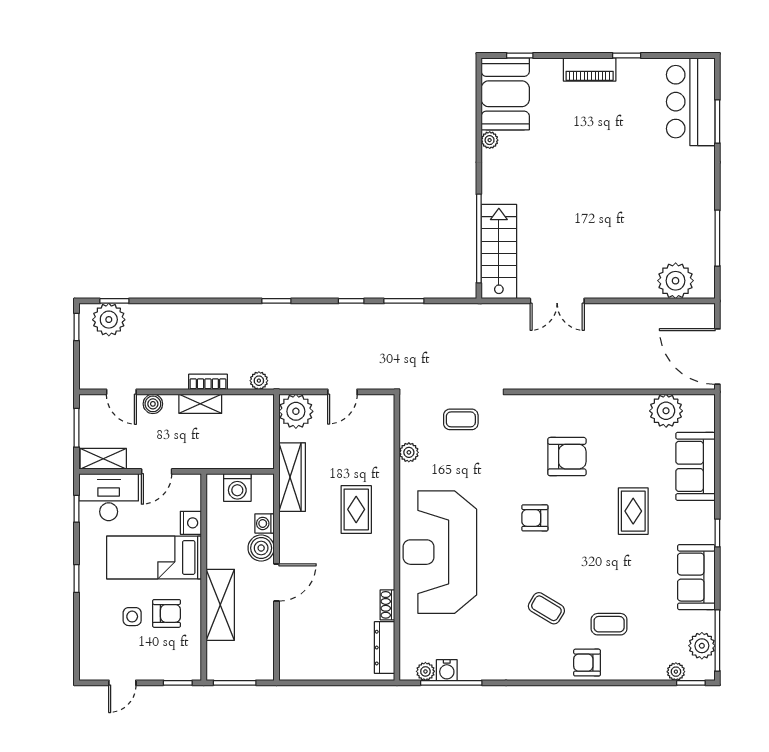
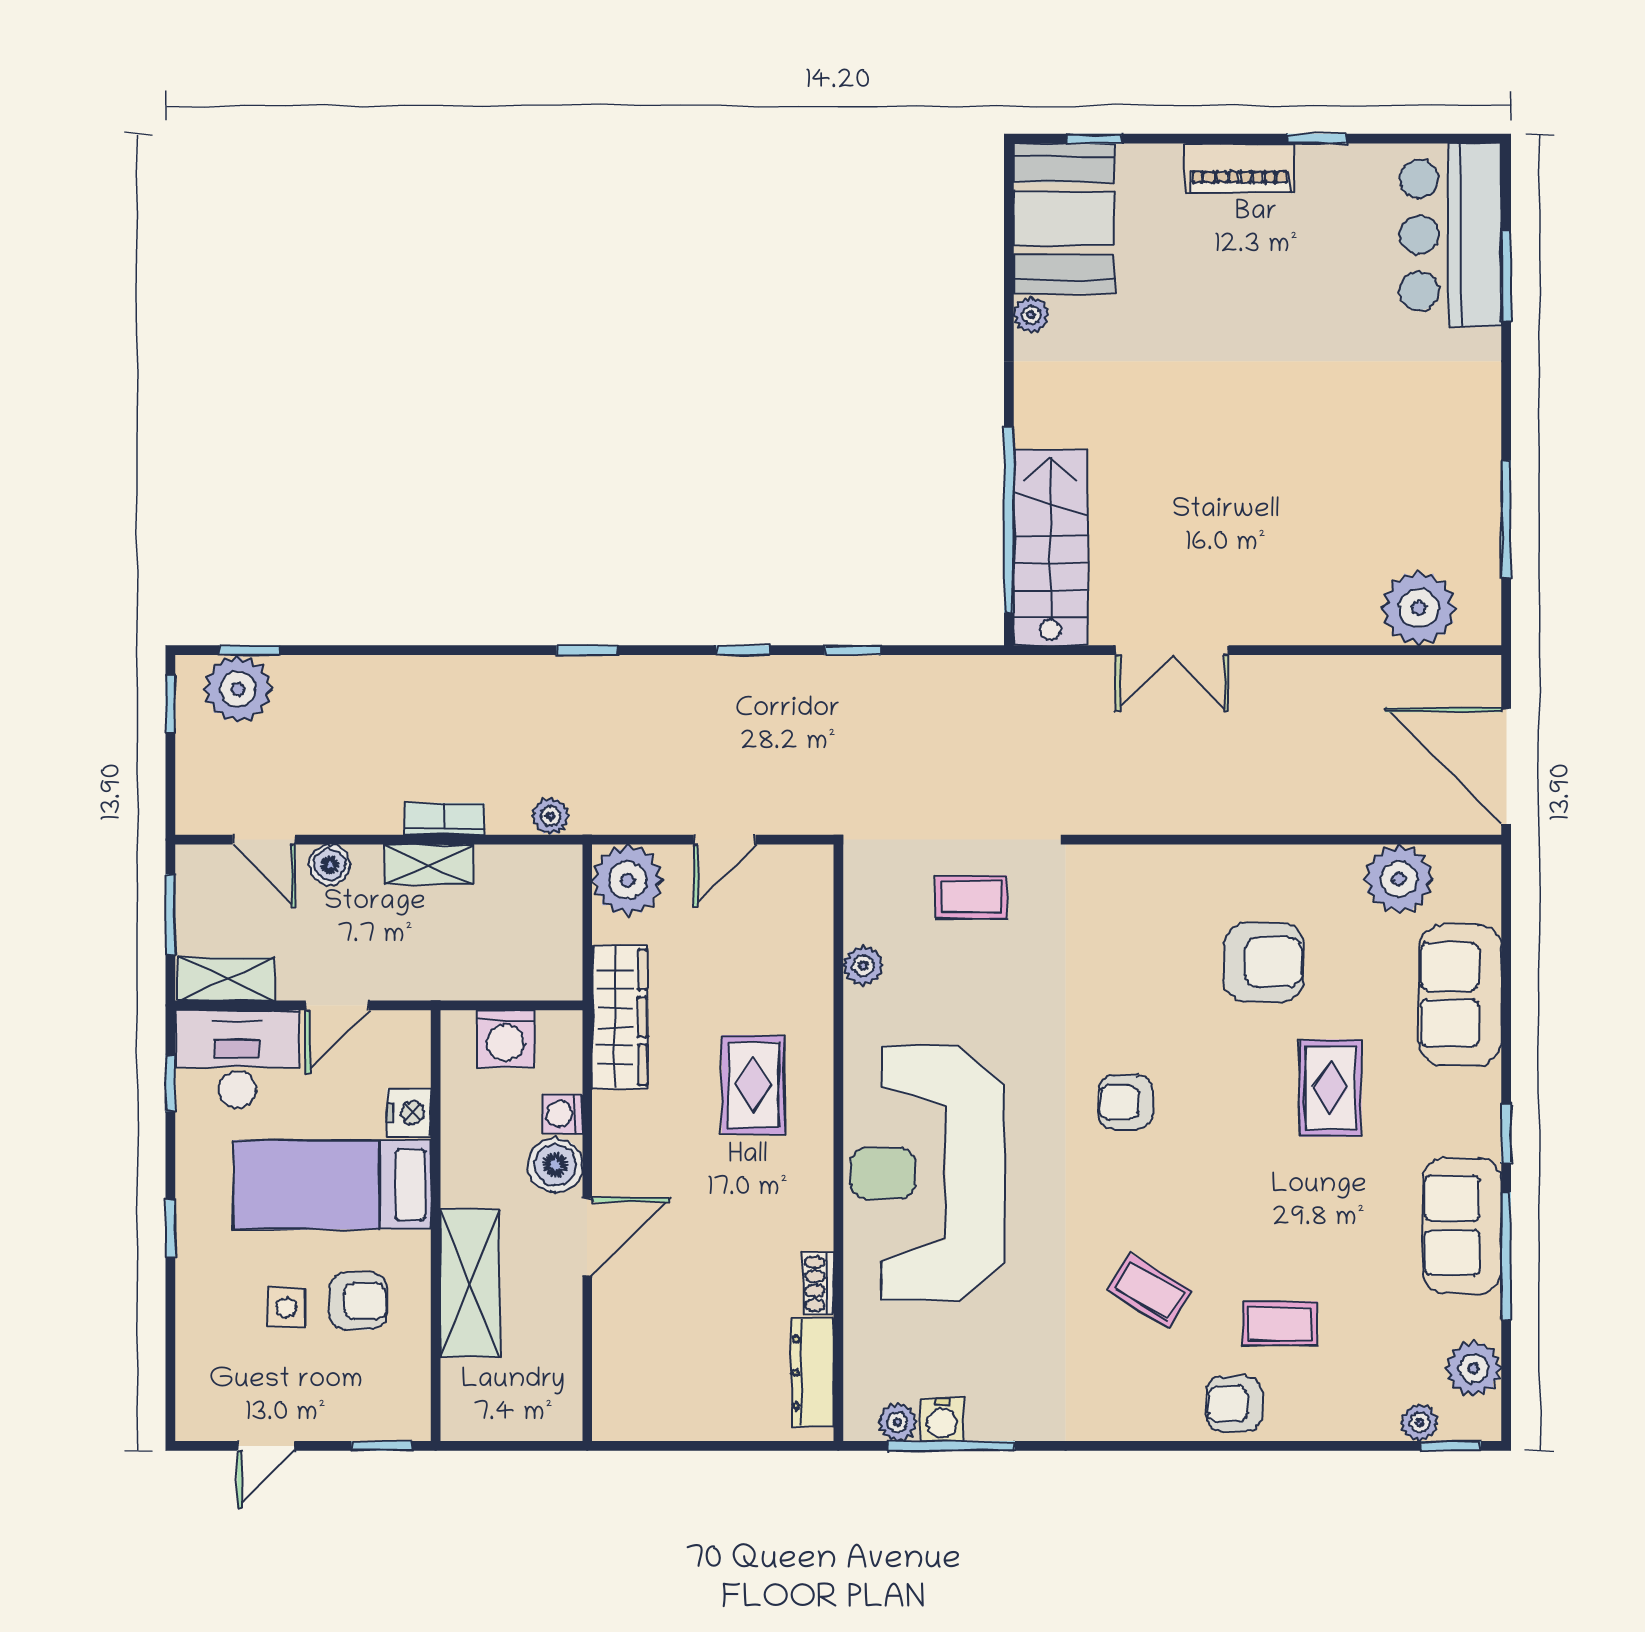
window: (404, 301) -> (853, 650), width x0.67
armchair: (567, 457) -> (1264, 962), moved
window: (717, 641) -> (1506, 1256), moved
window: (235, 683) -> (500, 1446), removed

